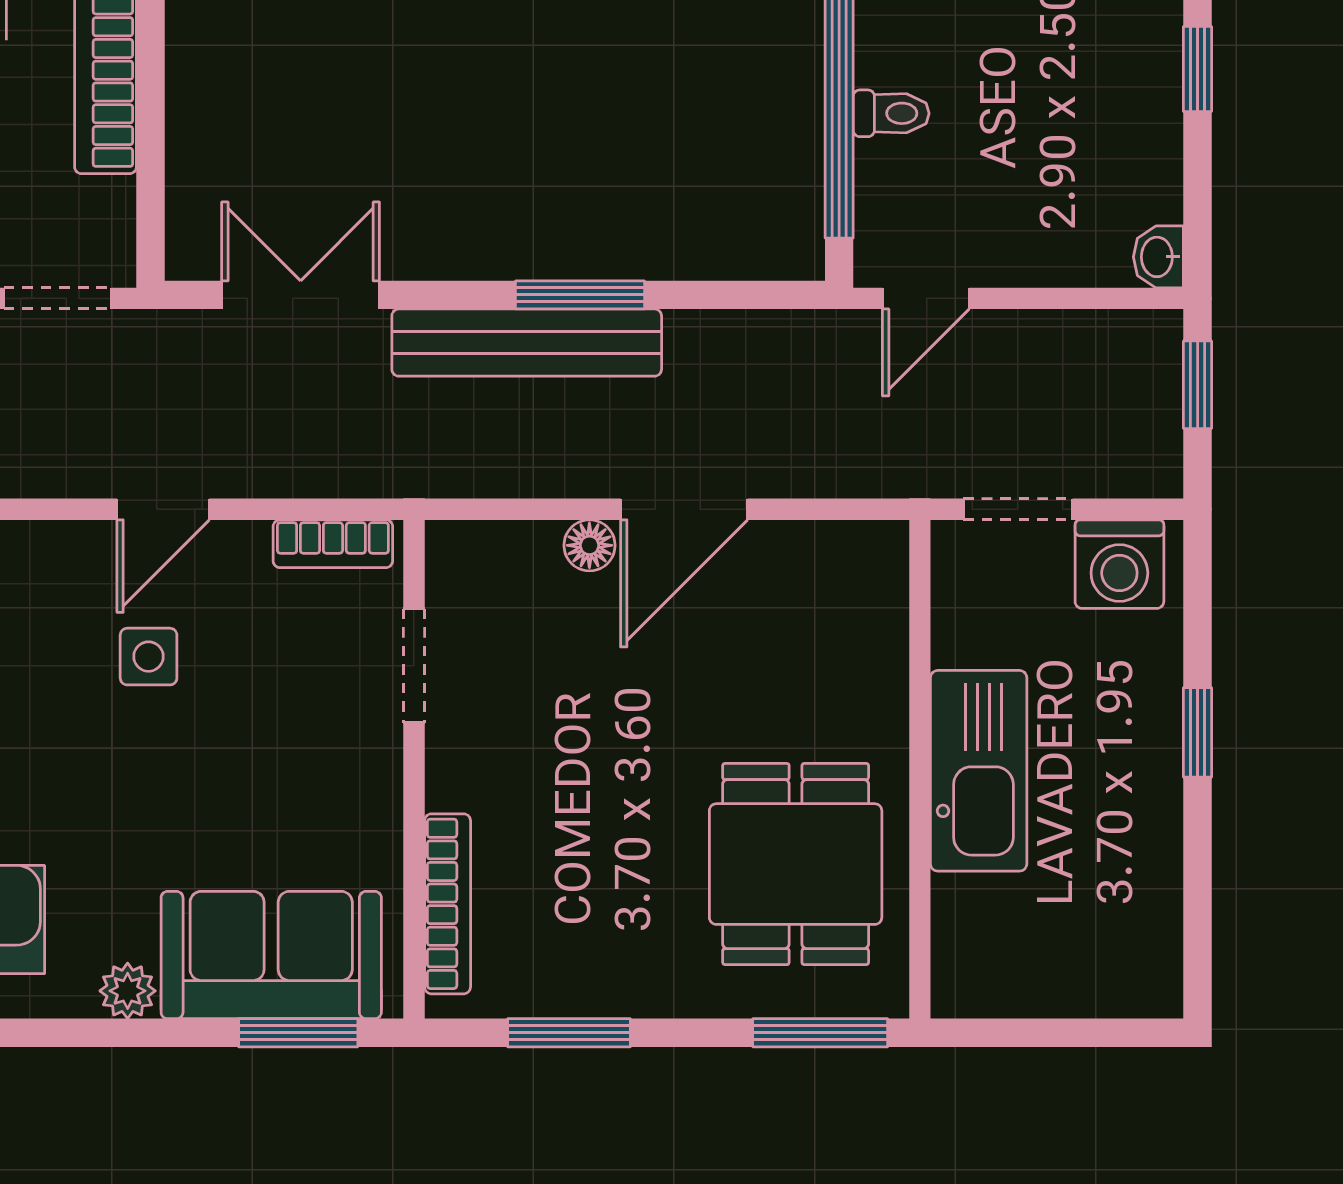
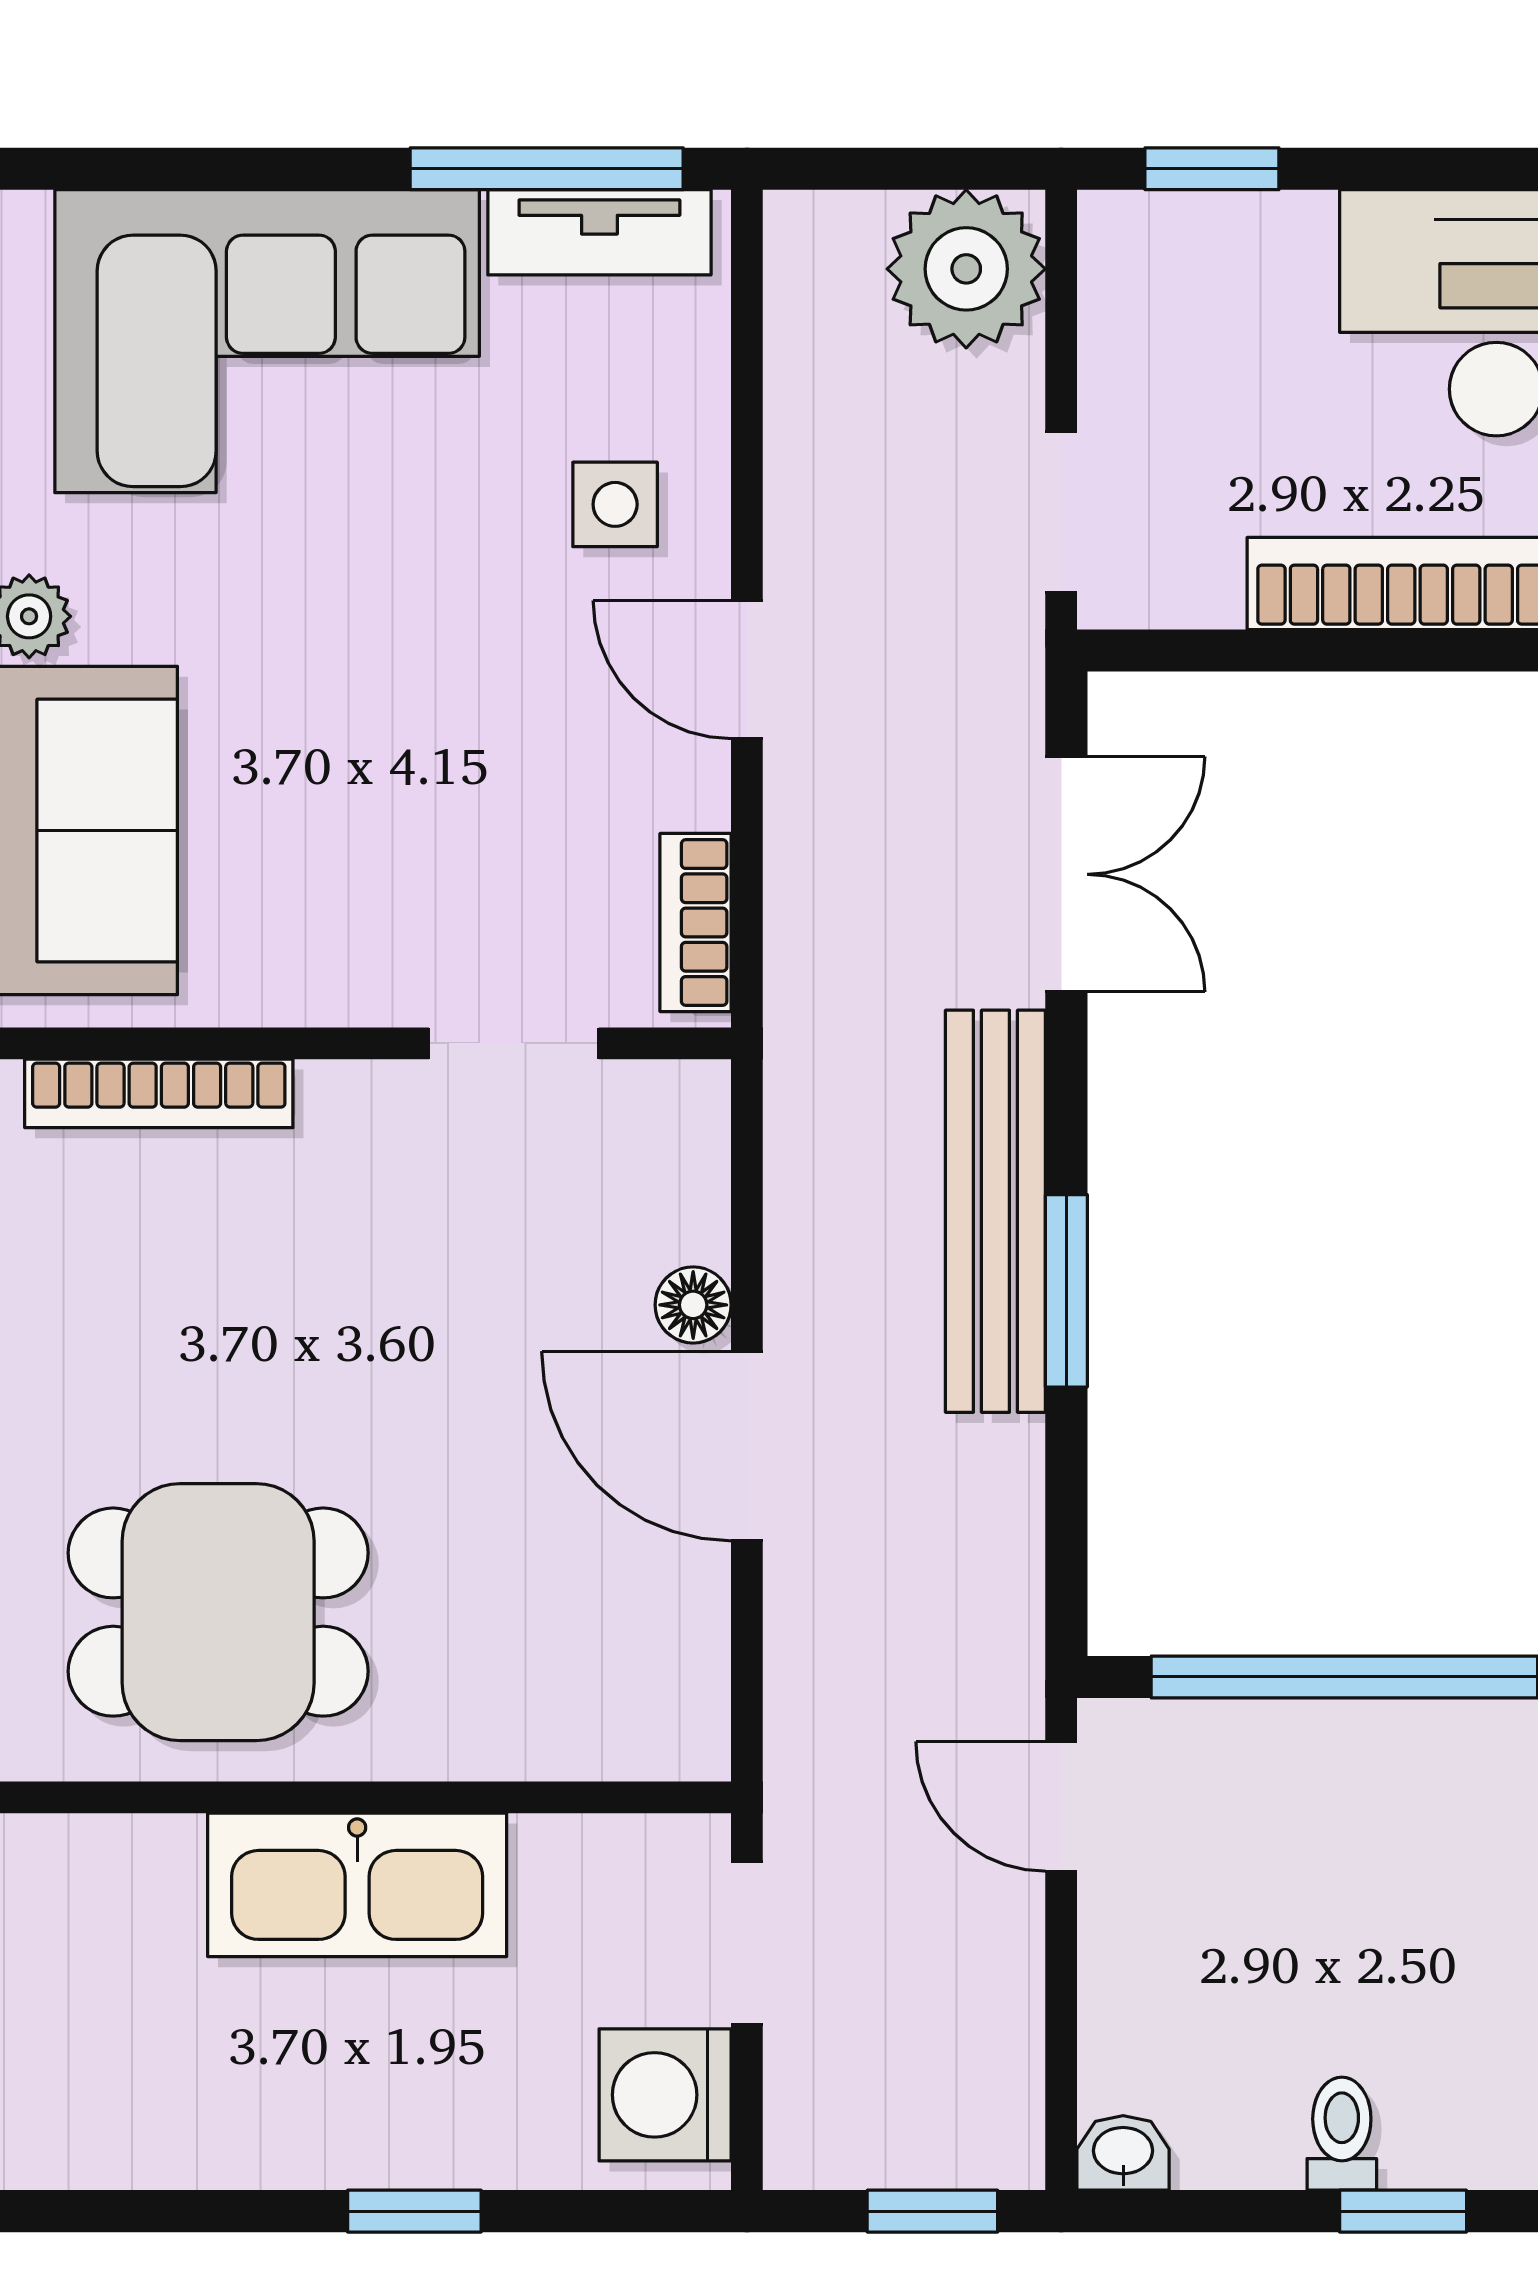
toilet: (891, 113) -> (1342, 2134), moved, turned 180
side table: (149, 657) -> (615, 504), moved

